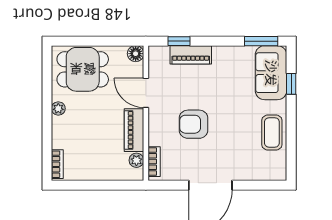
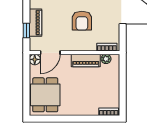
door: (146, 93) -> (50, 53), moved
plant: (58, 108) -> (71, 111), removed

